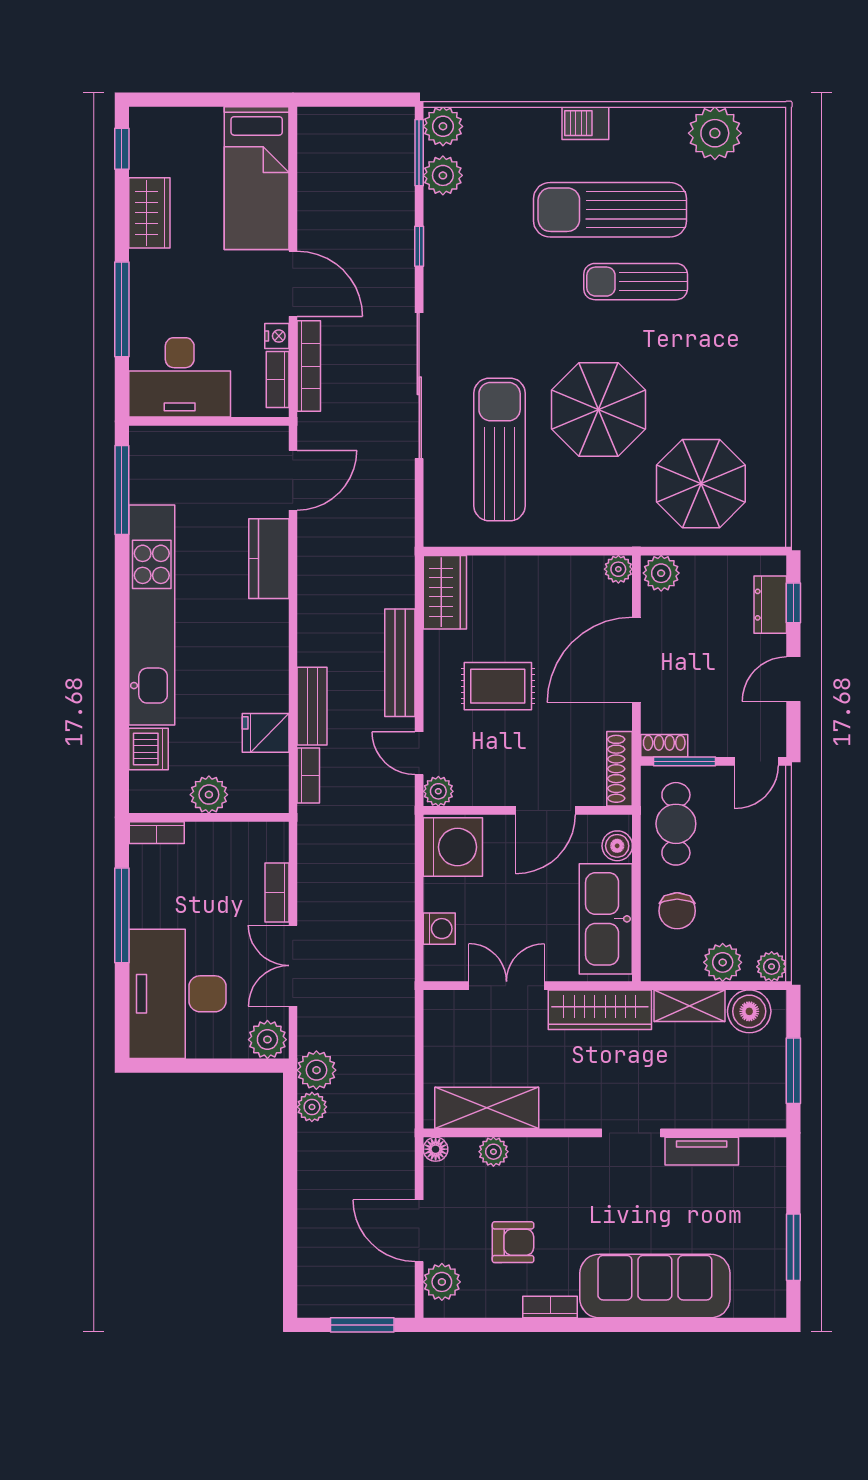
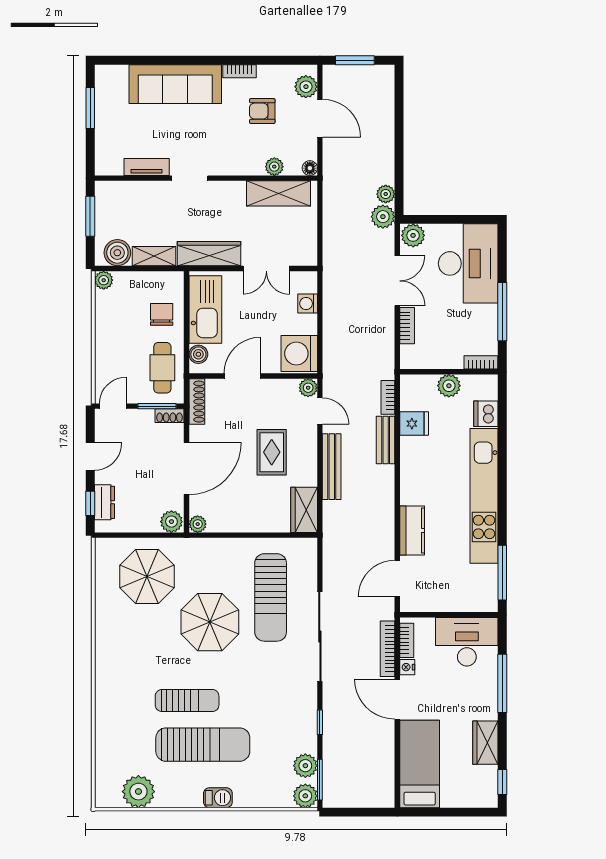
rug: (498, 686) -> (272, 452), turned 90
plant: (723, 962) -> (134, 283), removed

